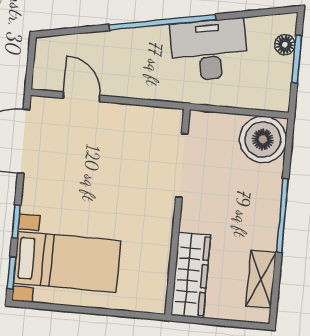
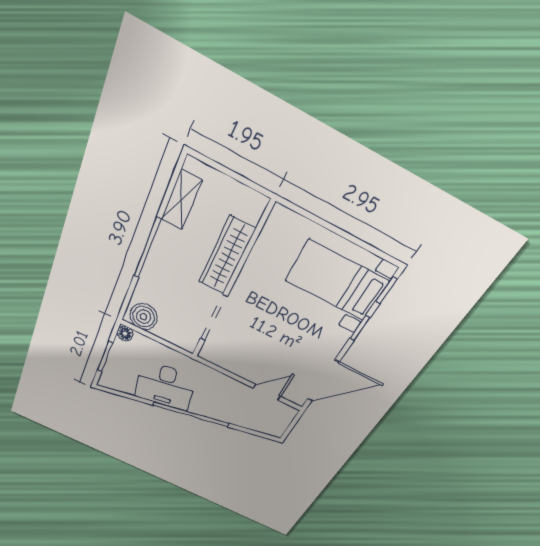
floor lamp: (285, 45) -> (125, 333), moved
door: (82, 97) -> (267, 392), swing flipped
boiler: (263, 139) -> (144, 317), width x0.73, depth x0.73
wardrobe: (191, 275) -> (227, 256), moved

